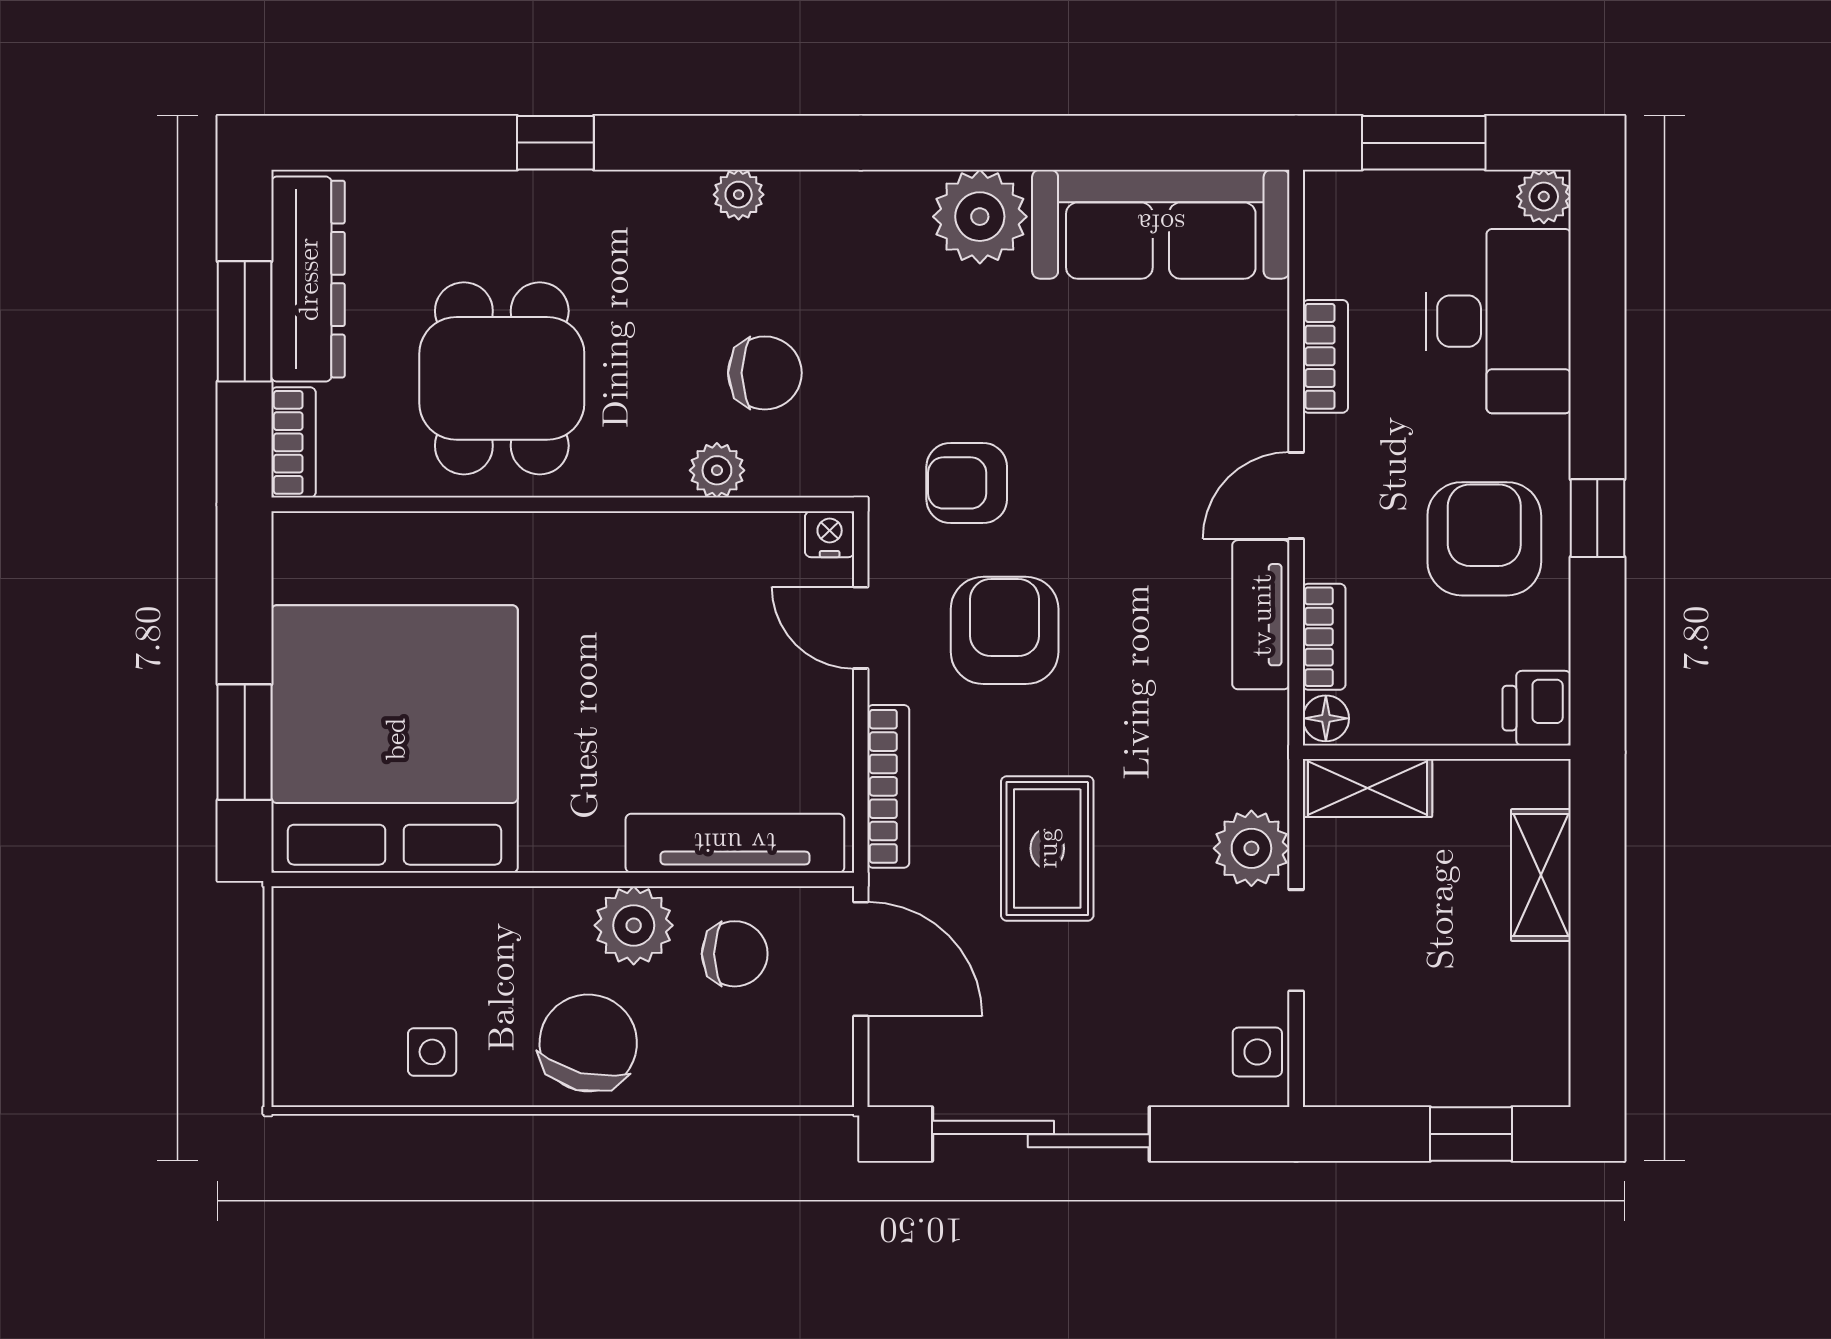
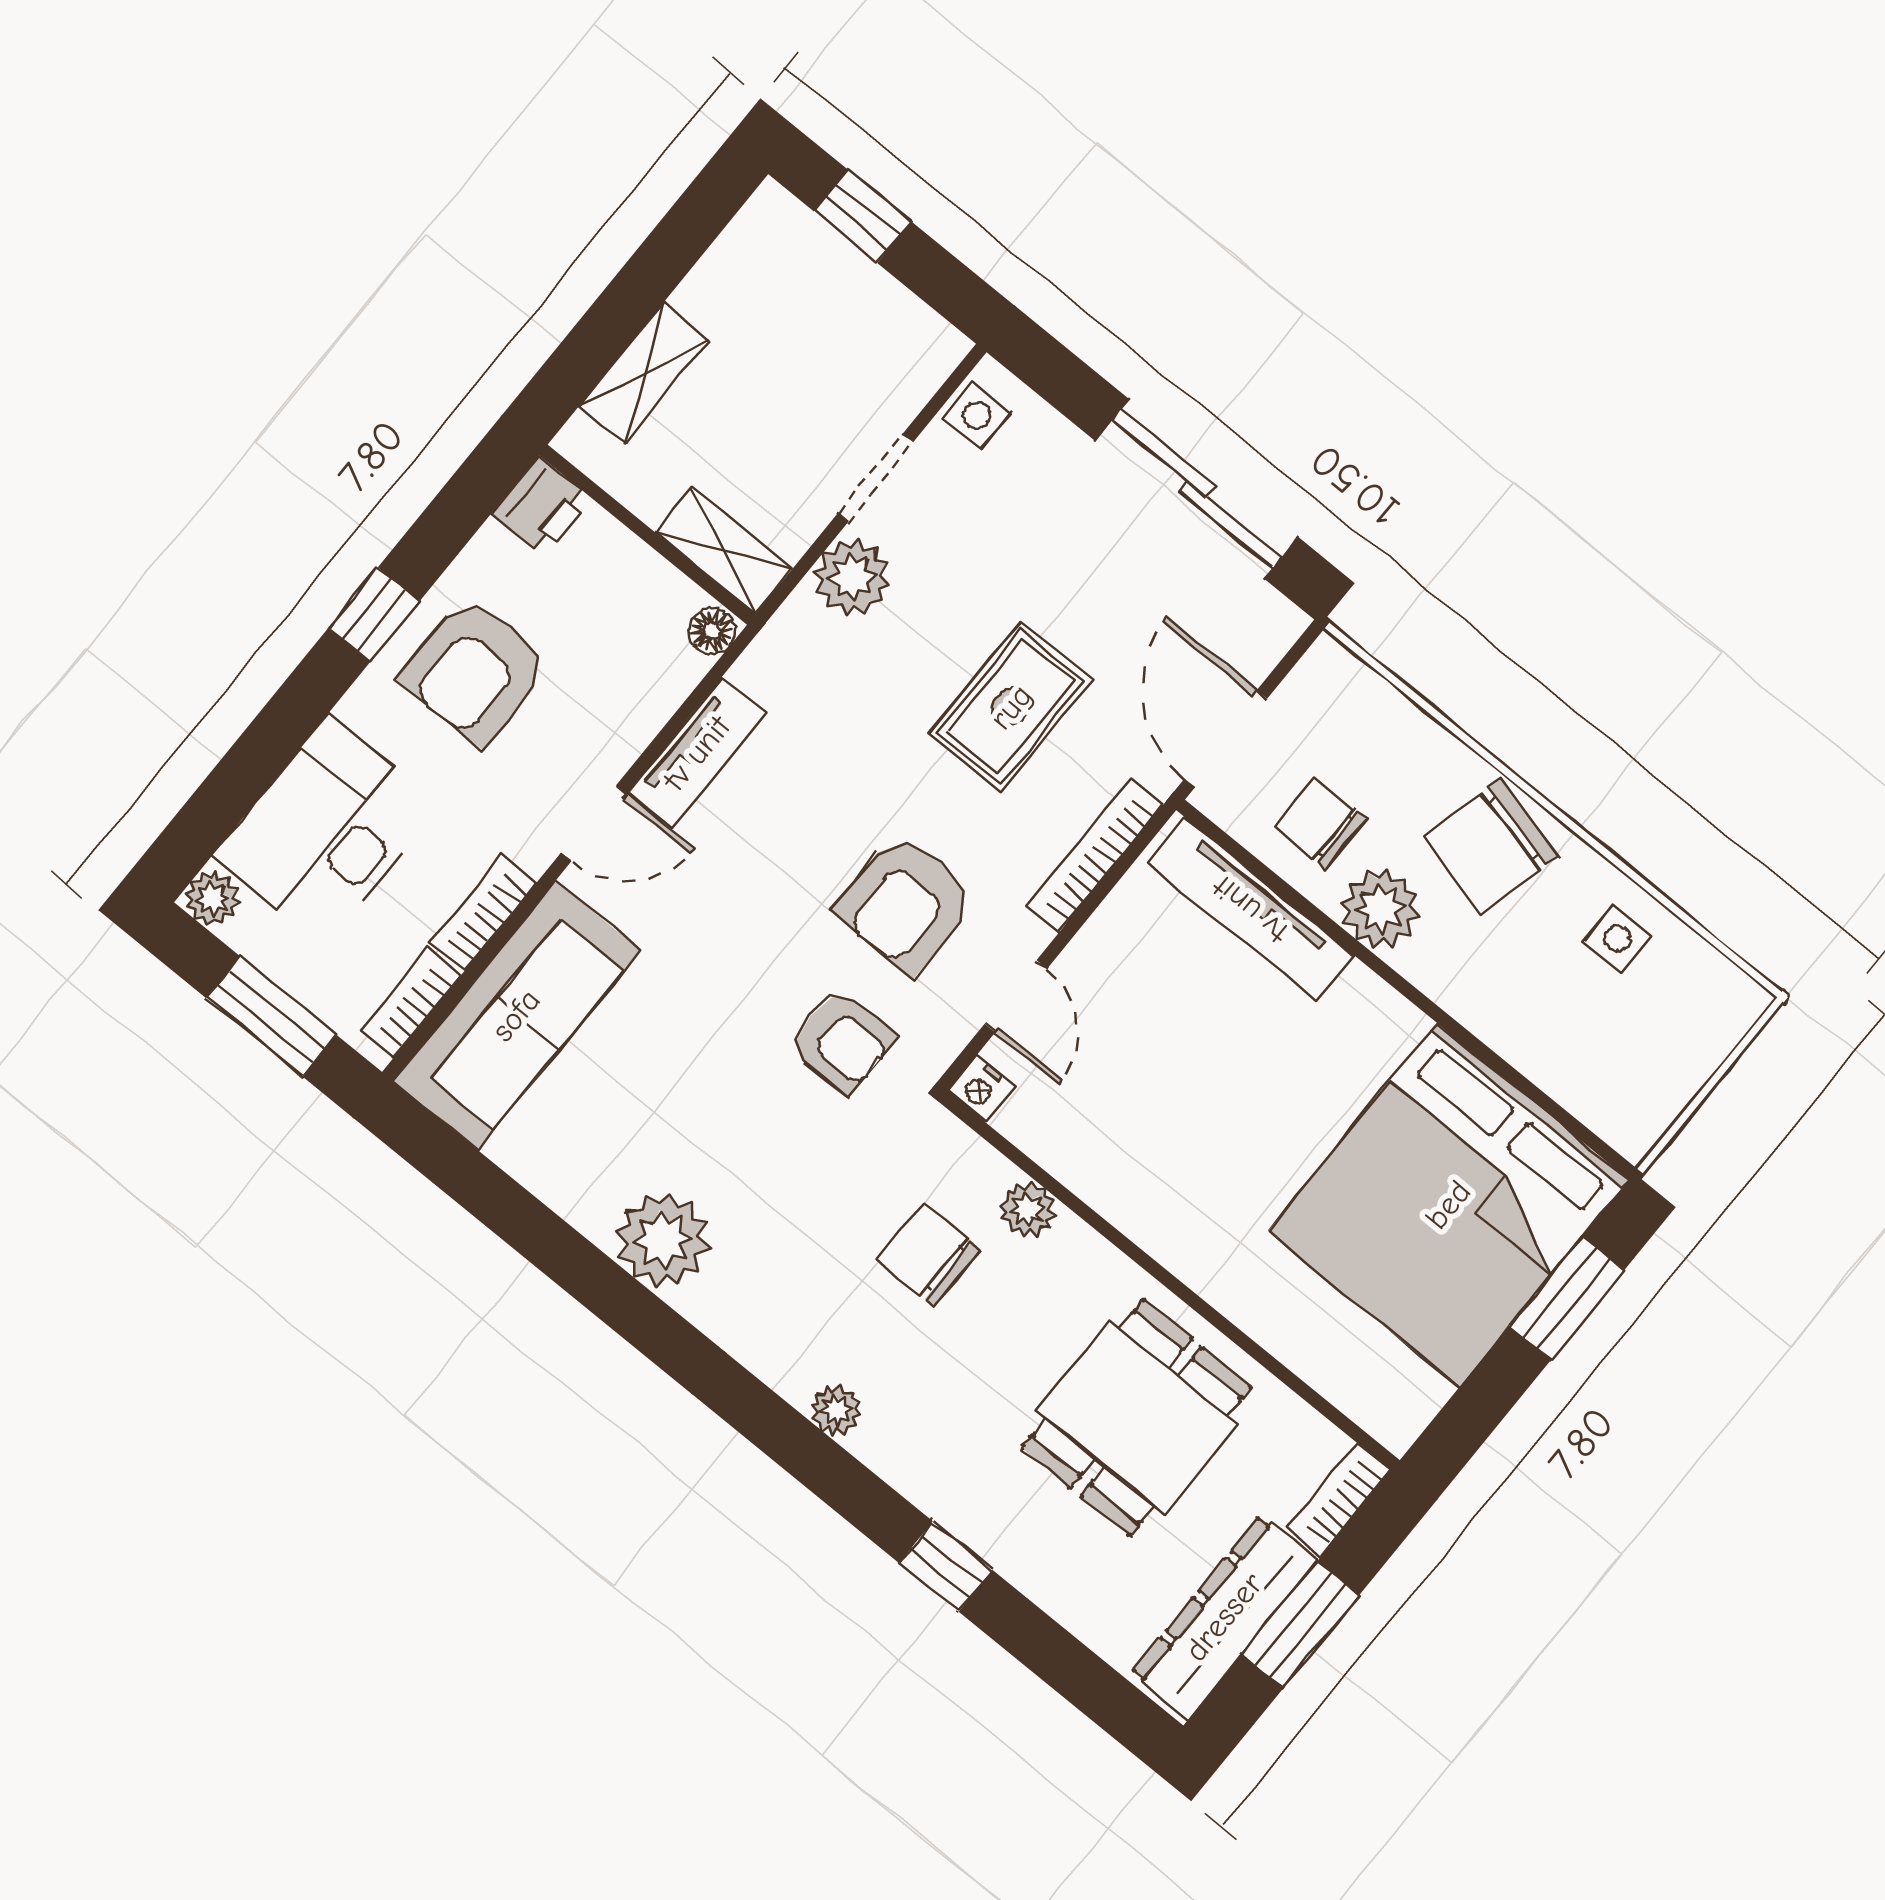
sofa: (1161, 224) -> (516, 1015), moved, turned 90
bookcase: (1324, 637) -> (411, 1003), moved

